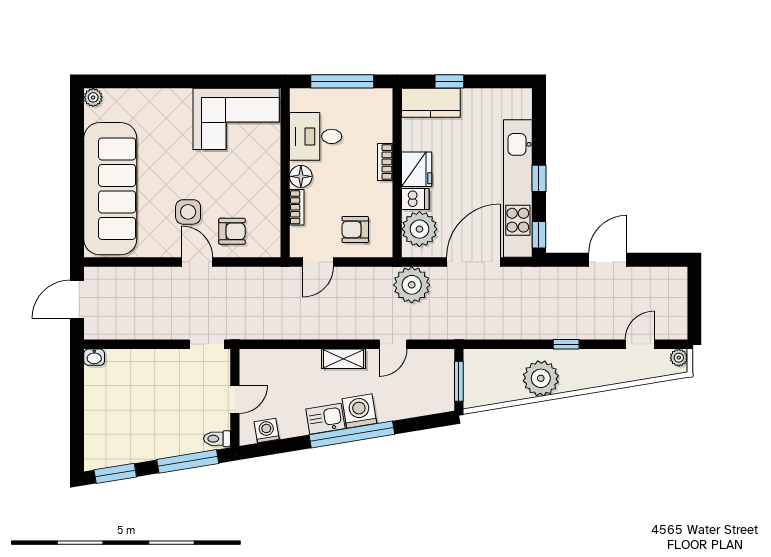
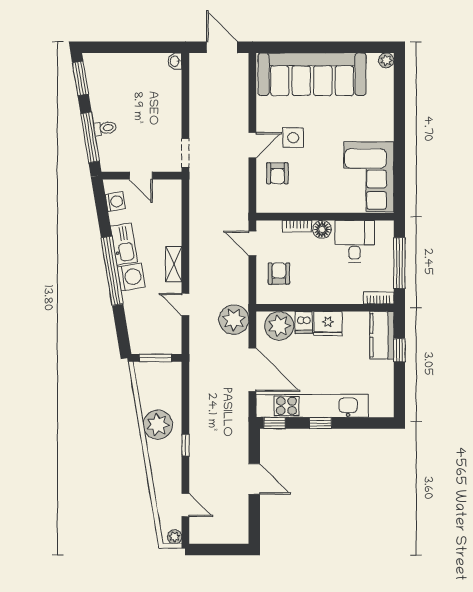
bookcase: (385, 162) -> (379, 298), moved
kitchen sink: (325, 419) -> (124, 244), width x1.38
toilet: (217, 439) -> (105, 128), moved, turned 81

